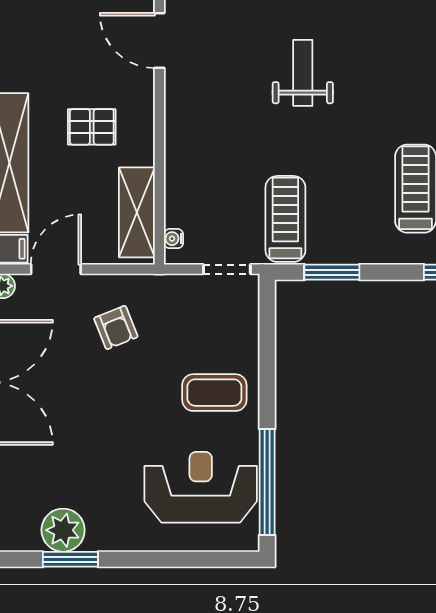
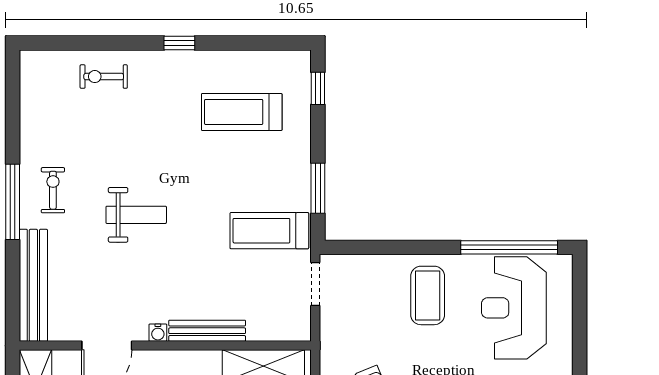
weight bench: (303, 73) -> (136, 215), turned 180
bench: (176, 151) -> (207, 331), added
water cooler: (174, 239) -> (158, 333), moved

